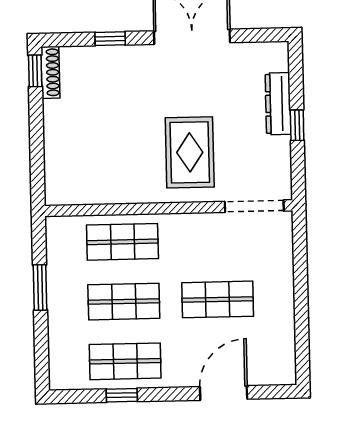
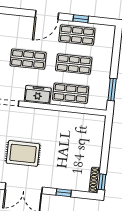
rug: (190, 152) -> (23, 153), moved, turned 90
freezer: (188, 230) -> (38, 95), added
window: (40, 287) -> (112, 90), moved
door: (224, 393) -> (47, 15), moved

